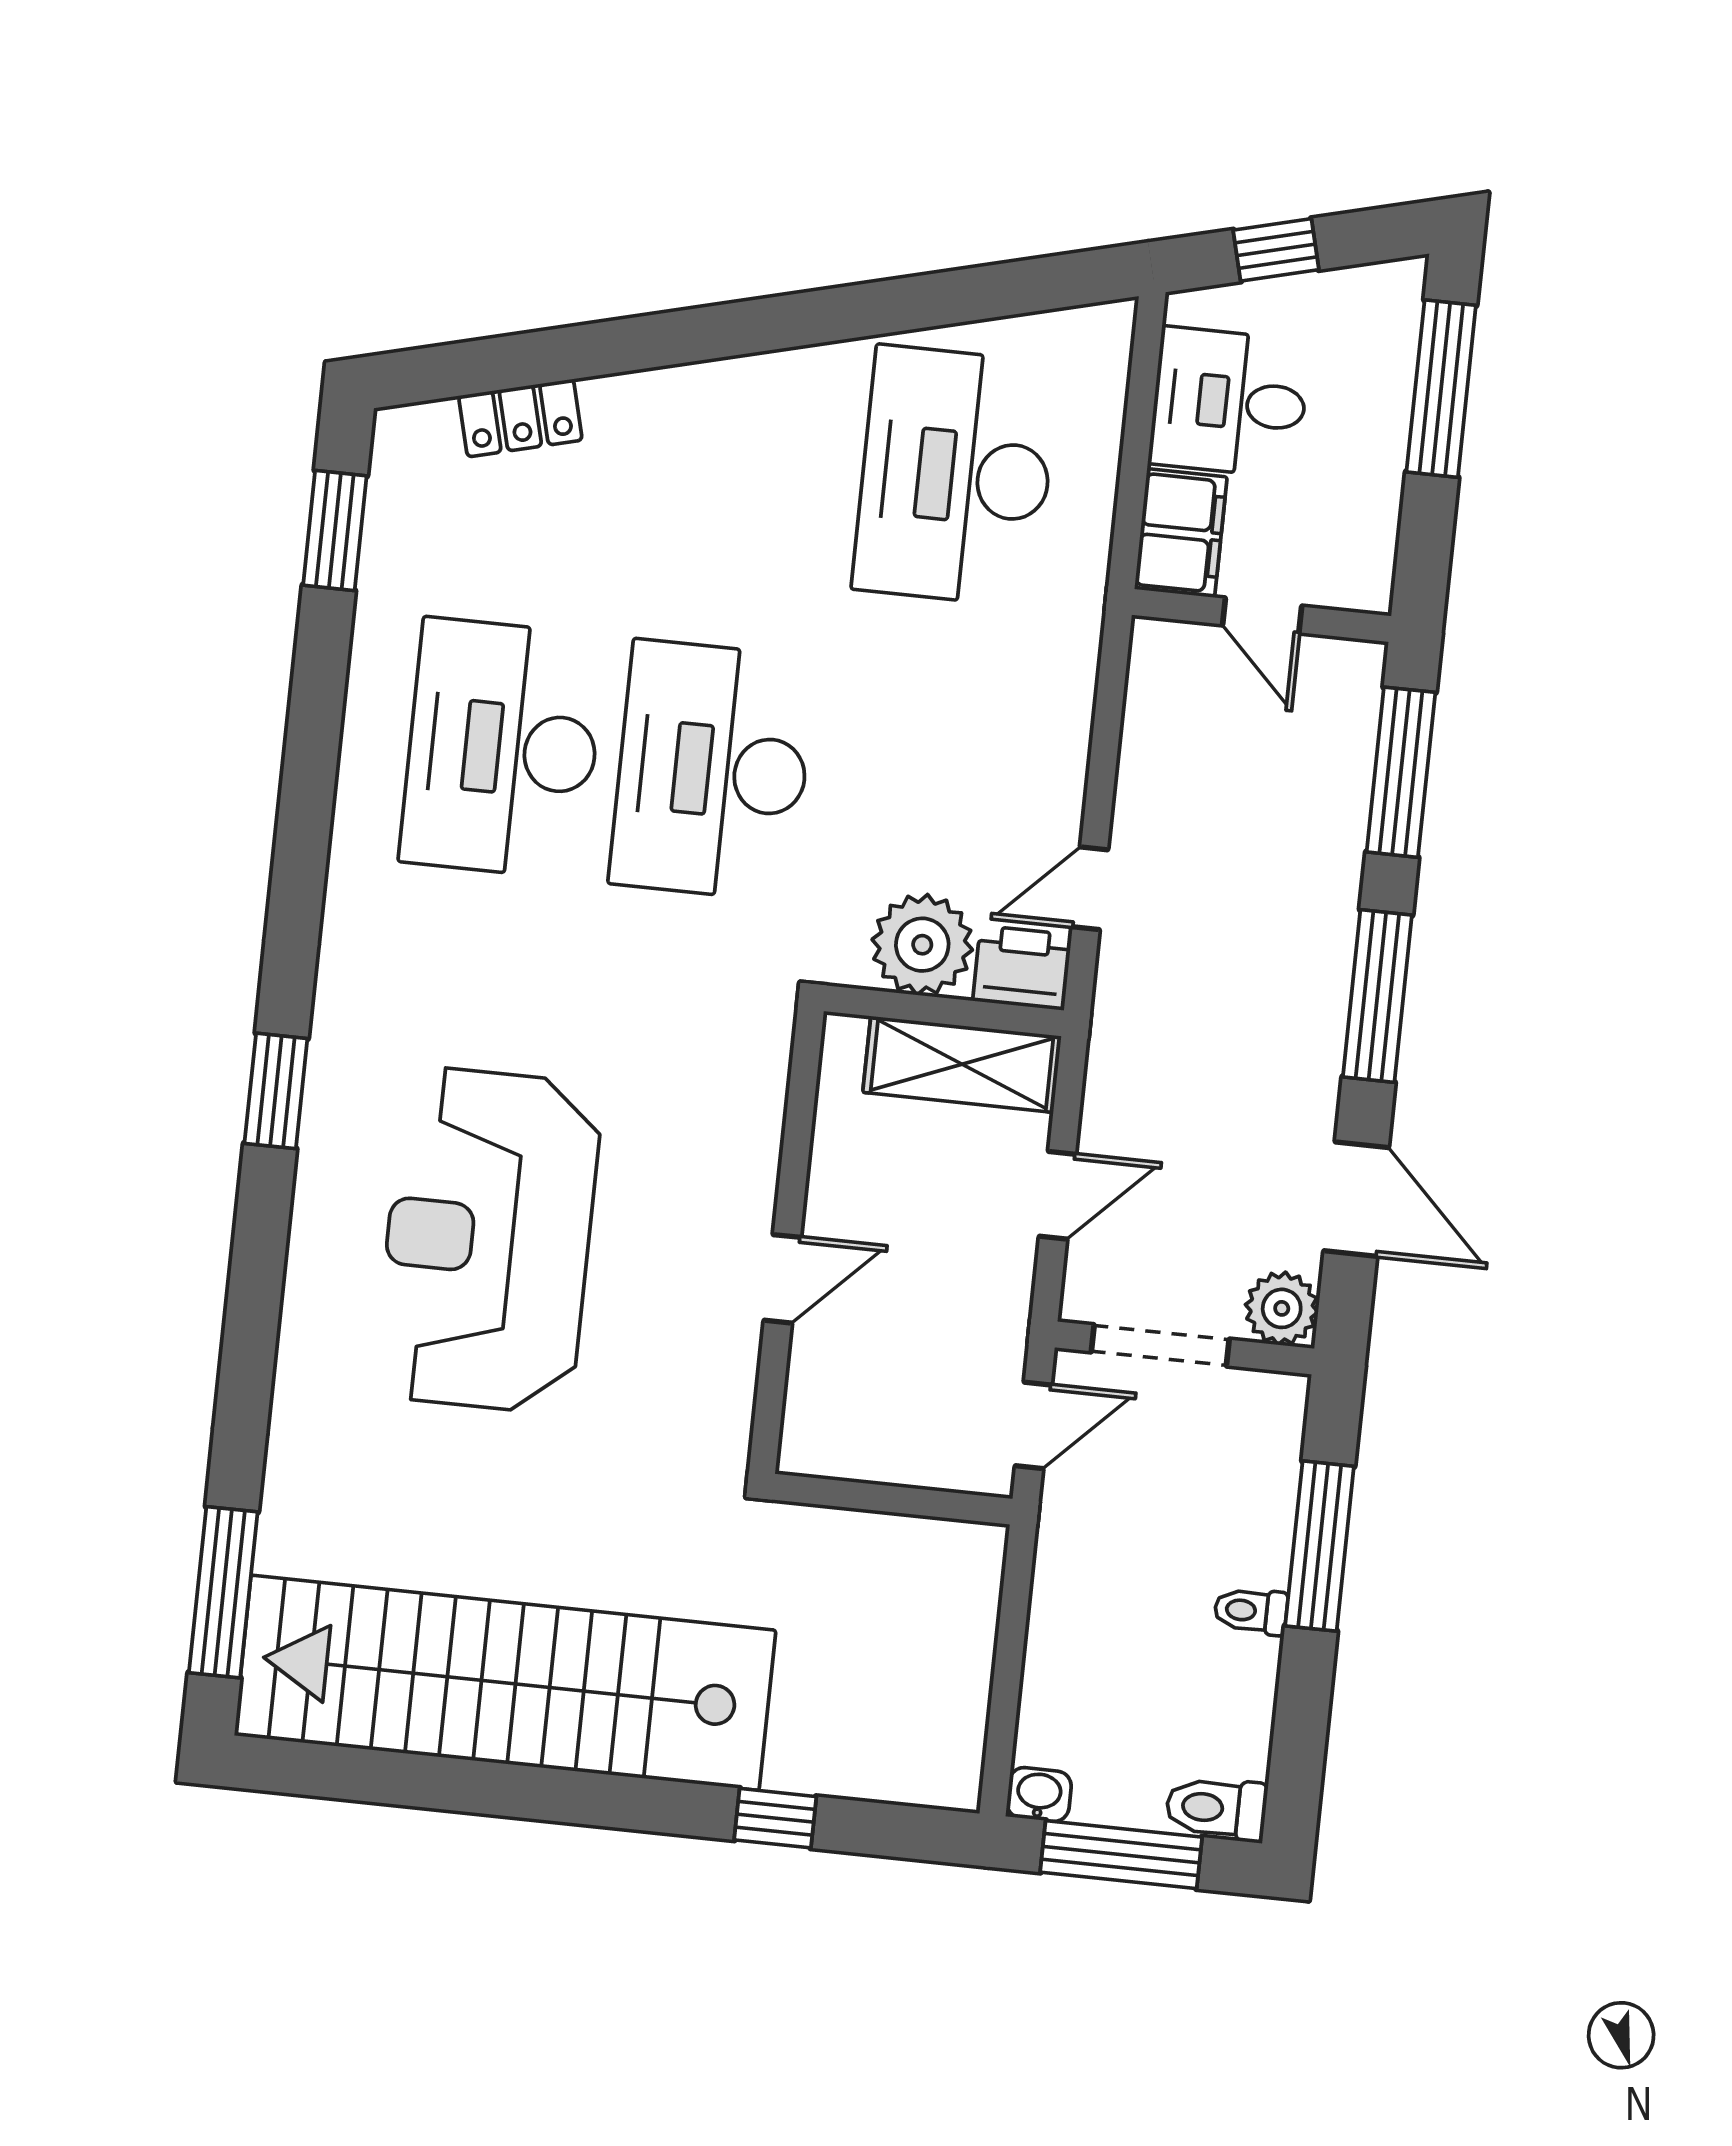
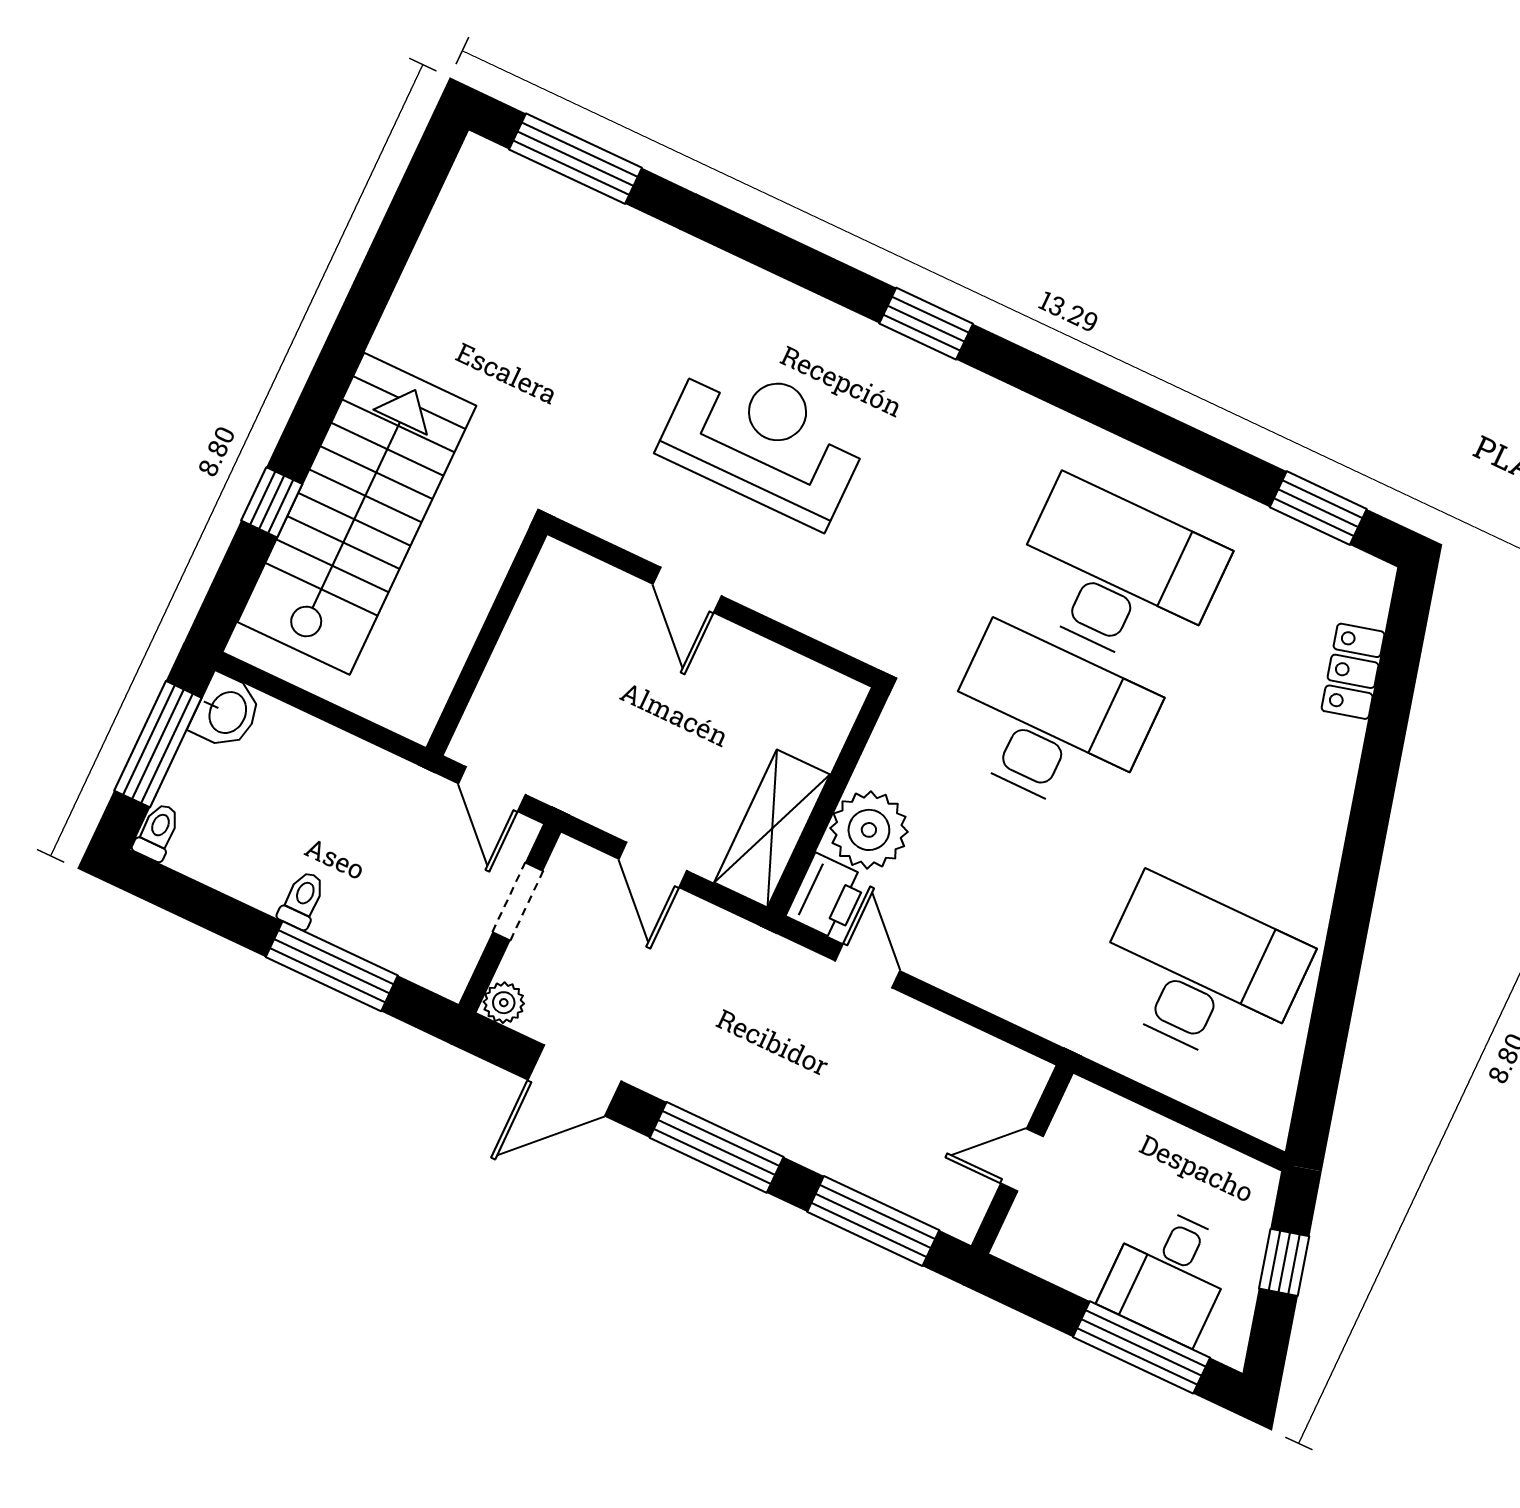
desk: (1229, 402) -> (1169, 1274), moved, turned 180
filing cabinet: (1181, 533) -> (1102, 1122), removed
reception desk: (488, 1240) -> (764, 440), width x0.74, depth x0.77
wall: (786, 1241) -> (713, 602), moved
door: (782, 1279) -> (687, 590), moved
plant: (1282, 1308) -> (504, 1003), width x0.73, depth x0.73
doorway: (1160, 1345) -> (518, 901), width x0.73
stairs: (505, 1683) -> (357, 514), moved, width x0.73
washbasin: (1039, 1795) -> (226, 712), width x1.38, depth x1.45
toilet: (1216, 1808) -> (157, 832), width x0.73, depth x0.72

